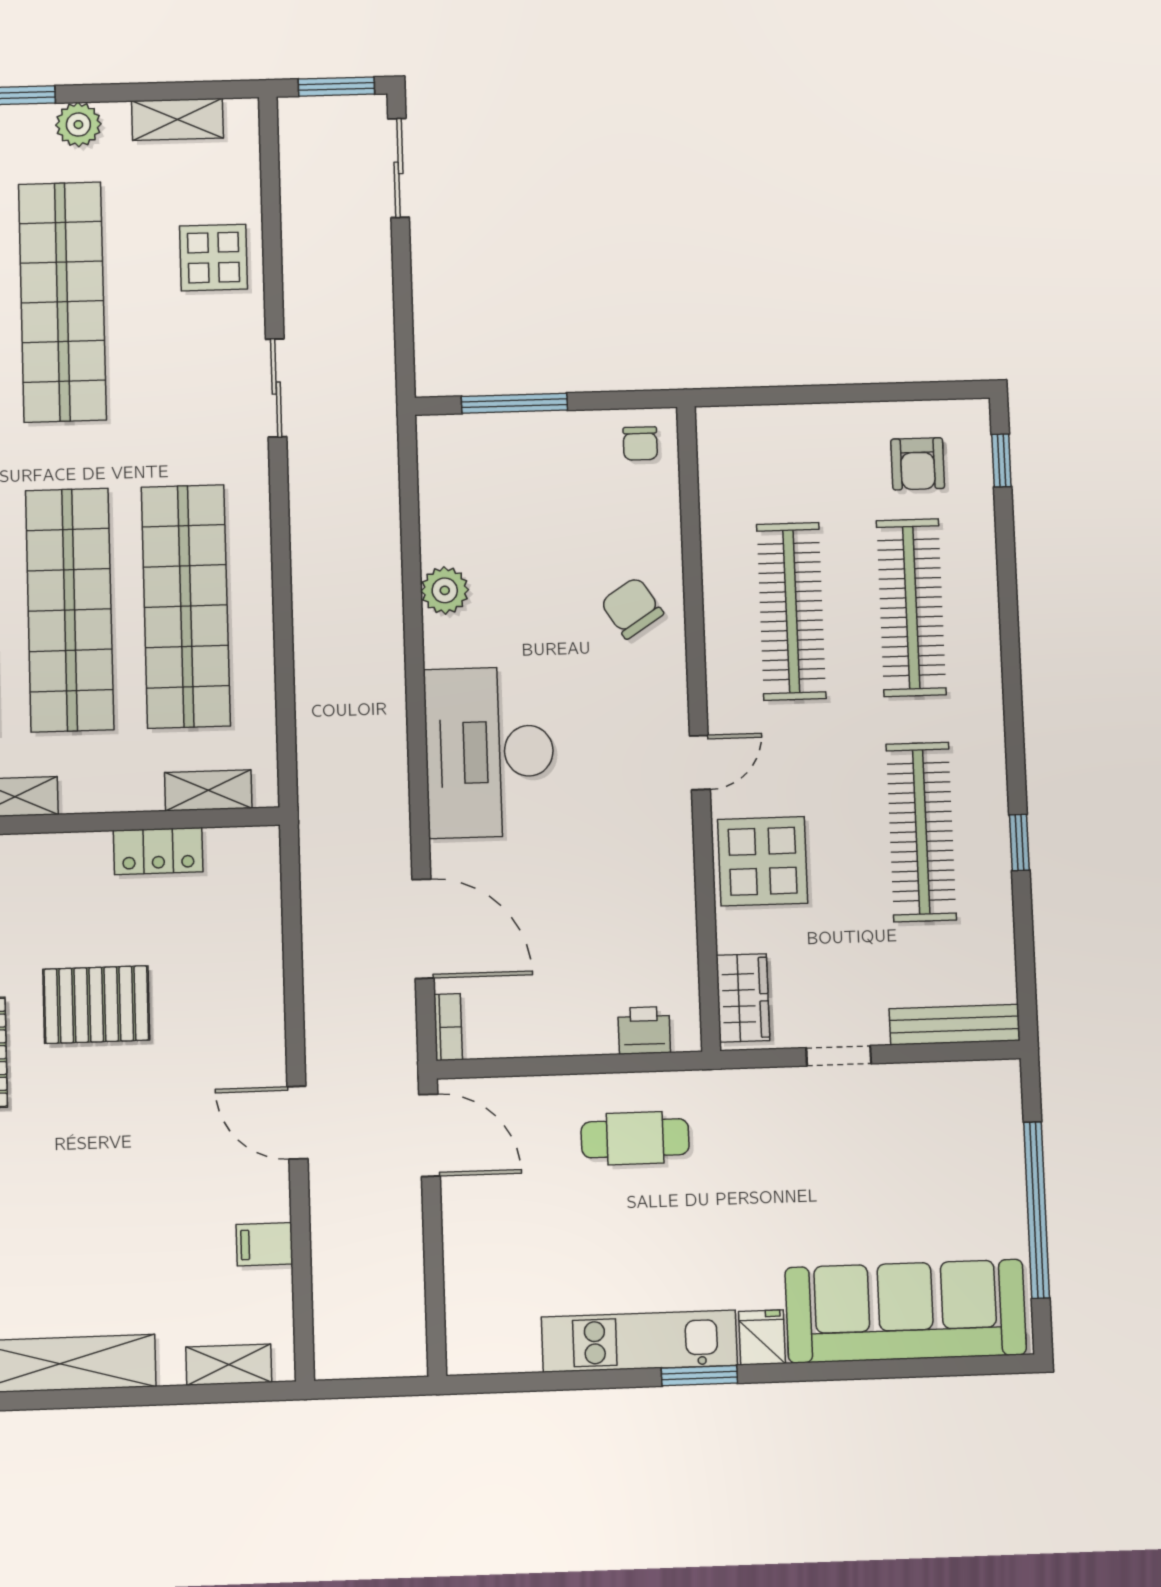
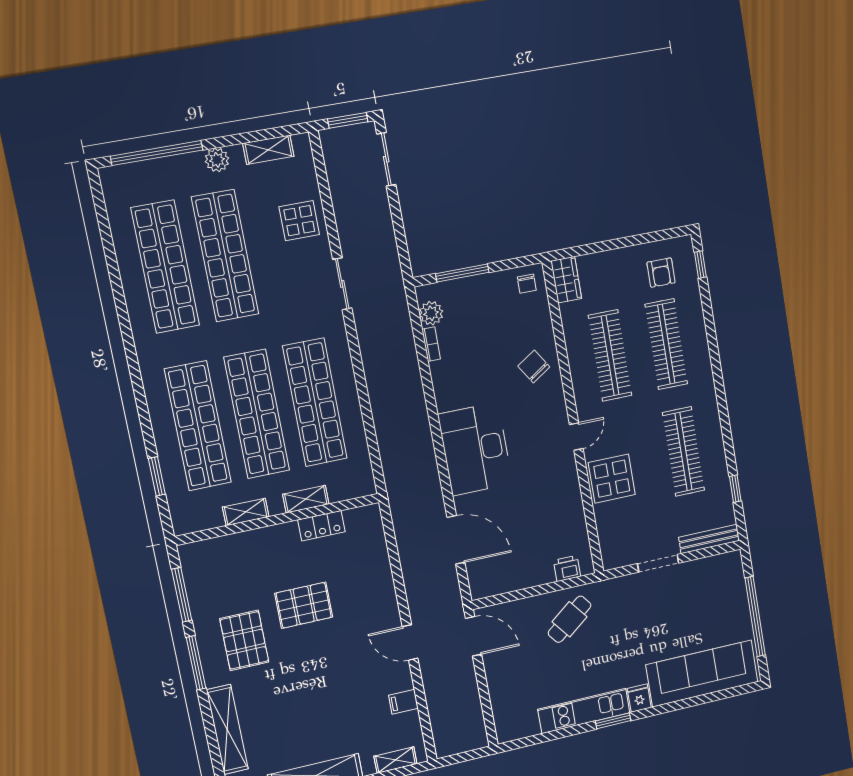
plant: (445, 590) -> (431, 313), moved
shelving: (208, 790) -> (306, 499), moved
window: (1019, 842) -> (735, 489), moved
wardrobe: (743, 998) -> (566, 280), moved
bookcase: (448, 1027) -> (431, 344), moved
doorway: (839, 1056) -> (658, 563), width x1.38
cafe table: (635, 1138) -> (570, 619), turned -38

